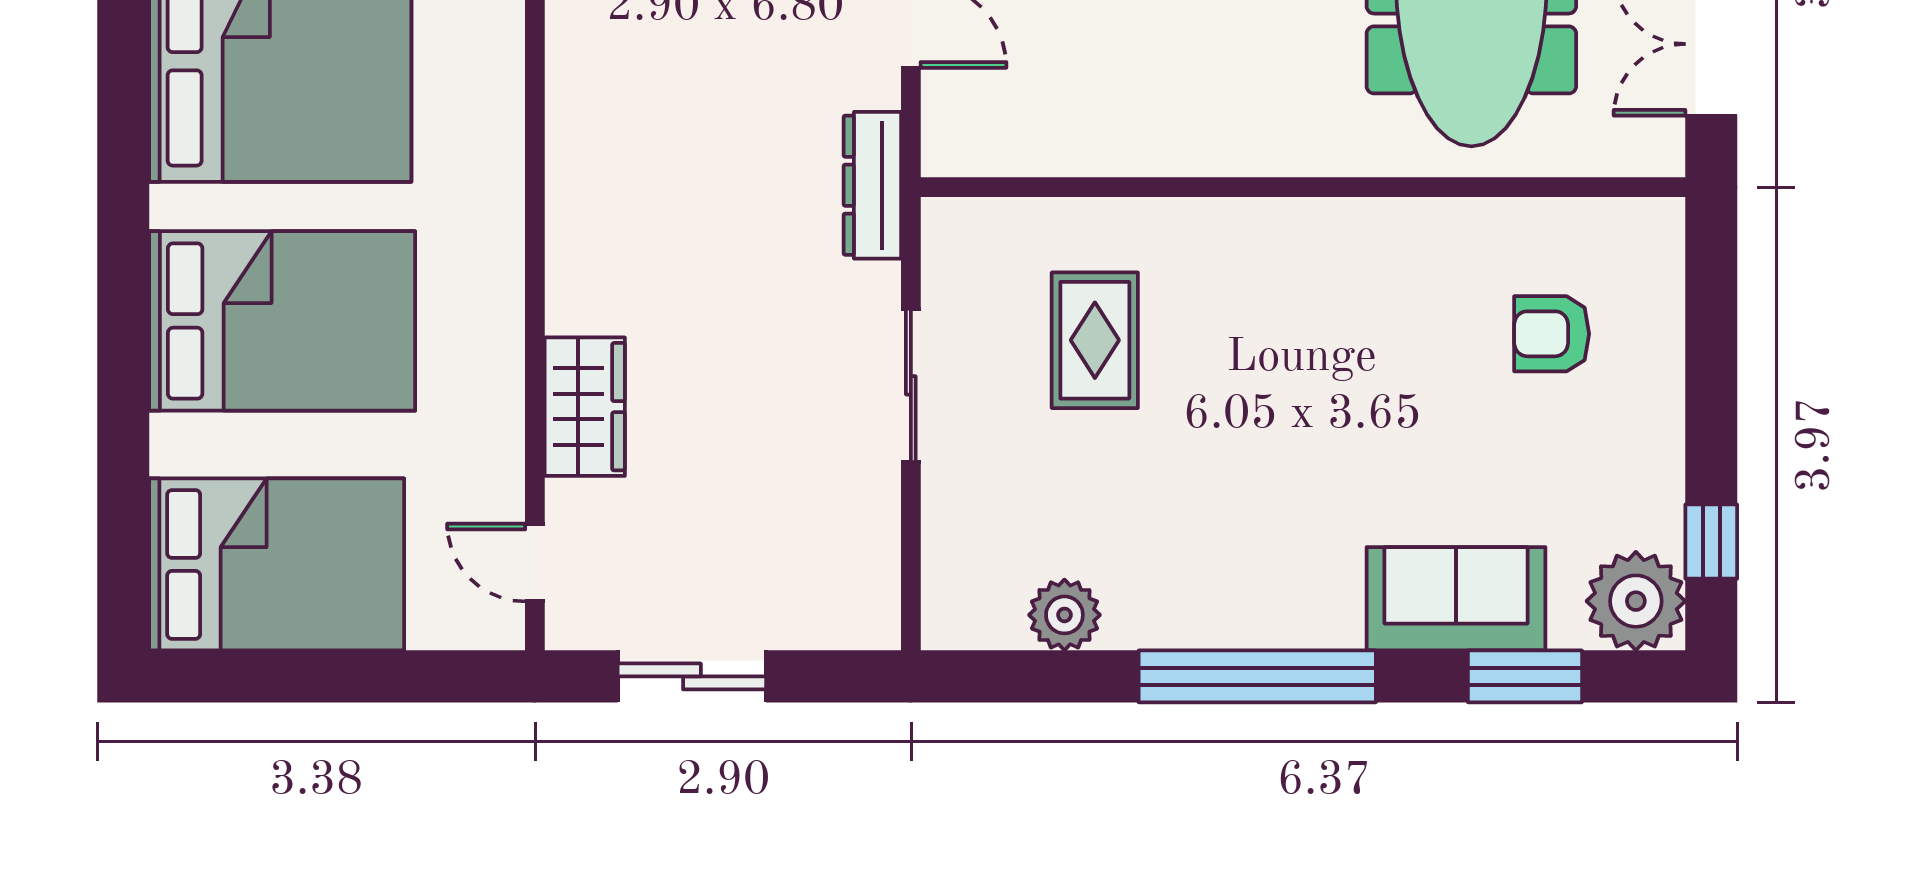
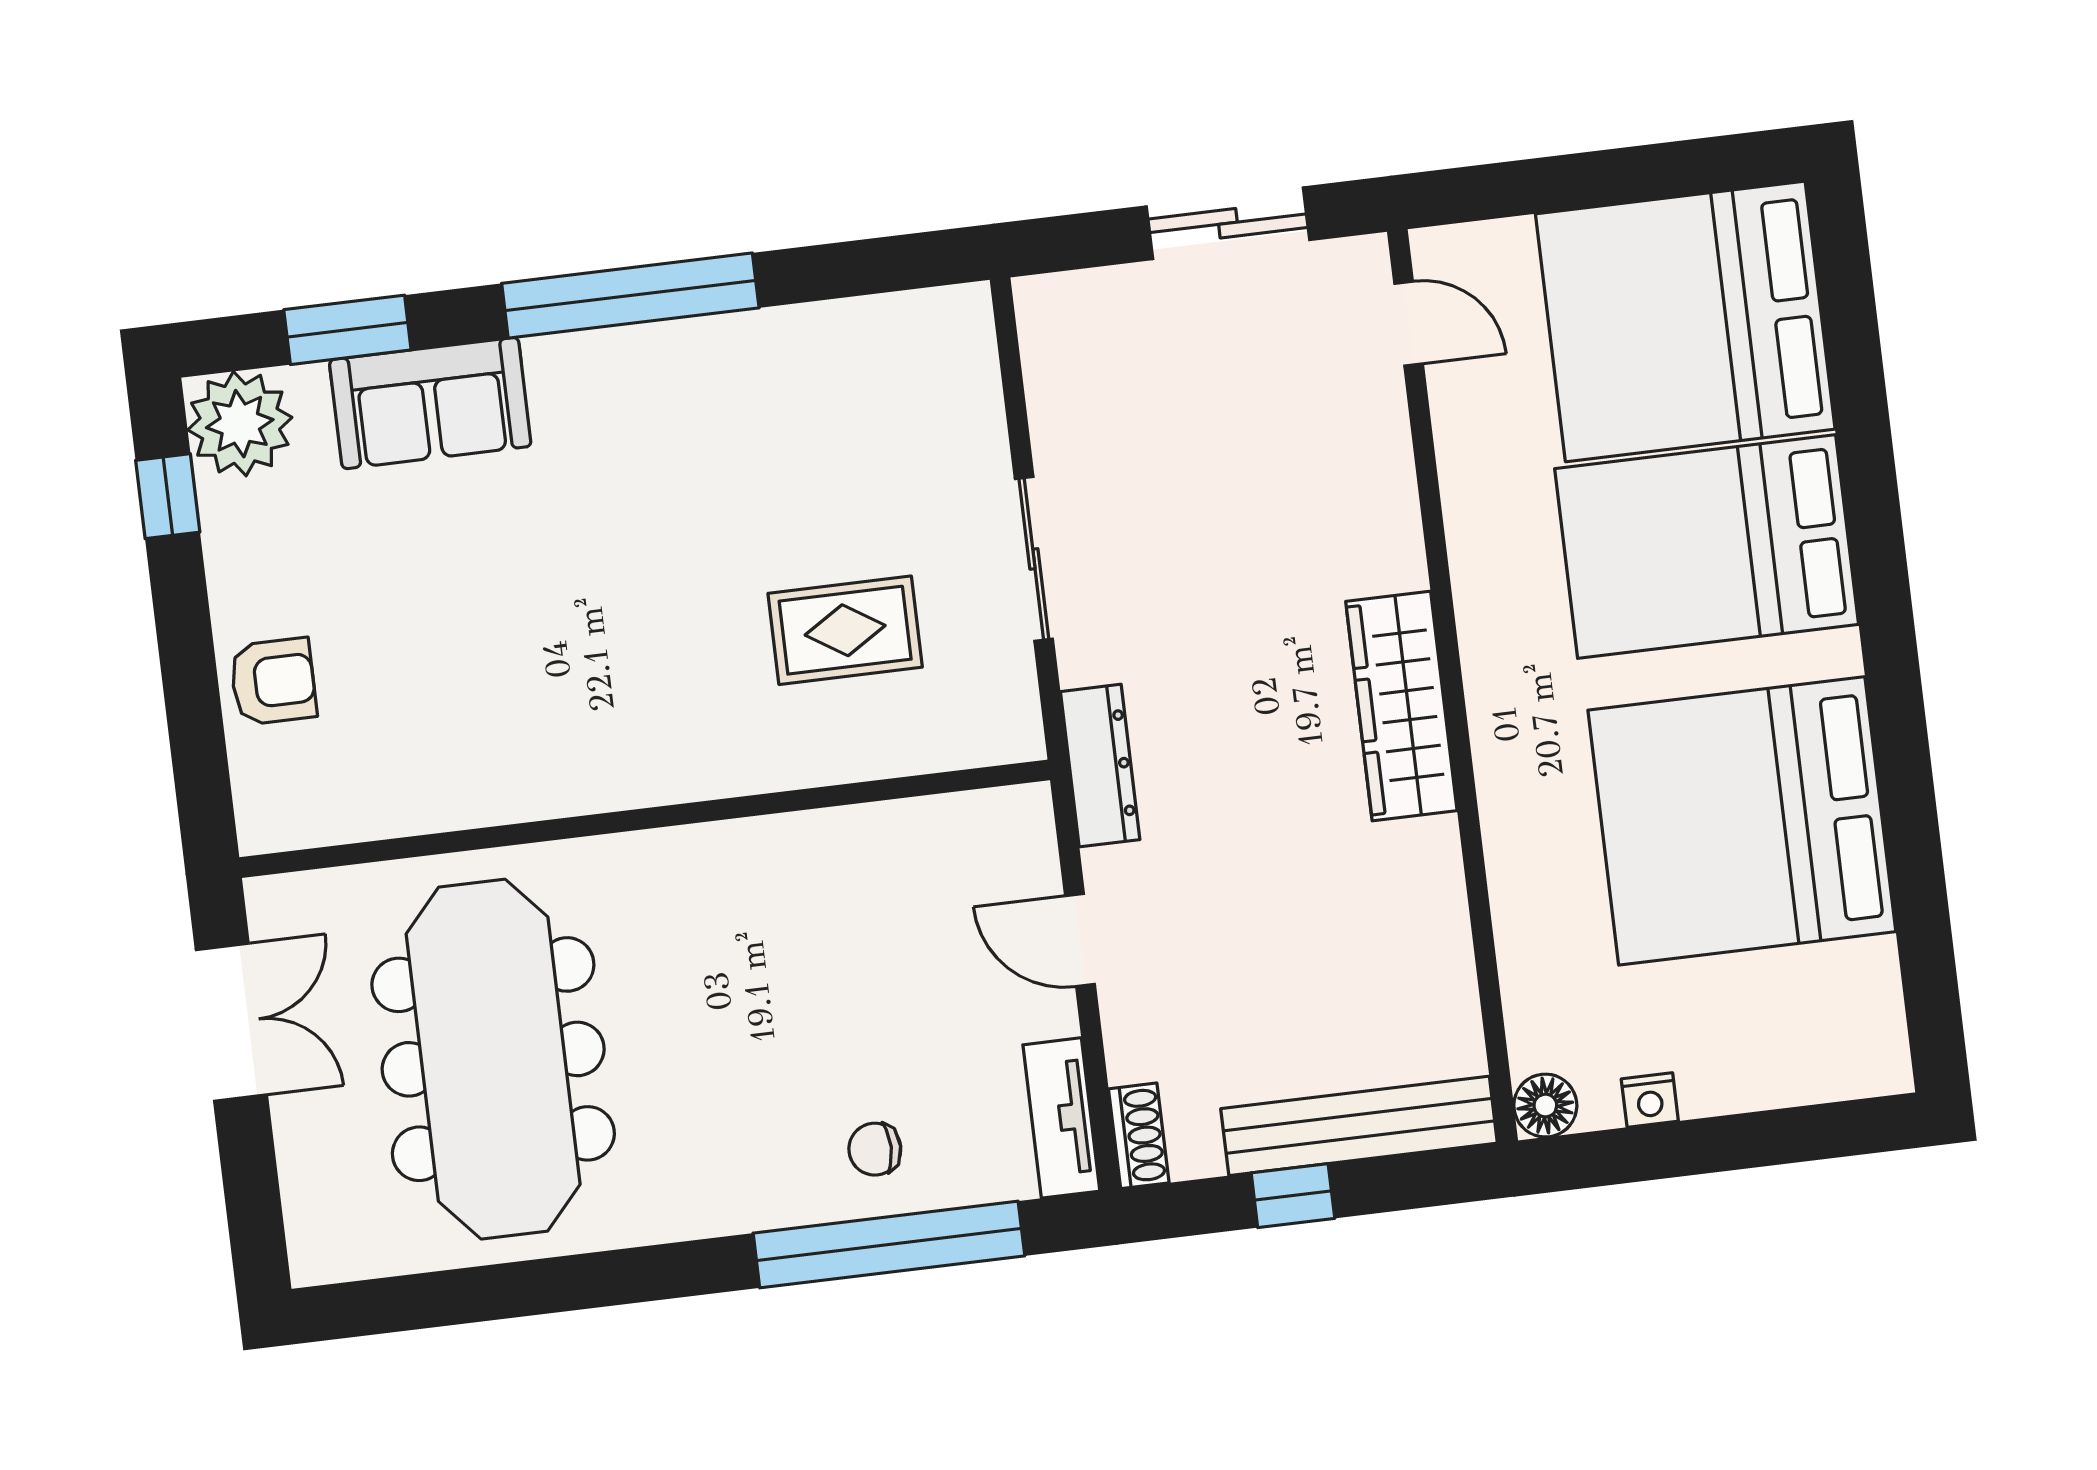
armchair: (1552, 334) -> (273, 681), moved
rug: (1095, 340) -> (845, 630), turned 90
wardrobe: (585, 407) -> (1401, 706), moved, width x1.50
bed: (277, 564) -> (1685, 322), width x1.36
plant: (1064, 615) -> (842, 336), removed

